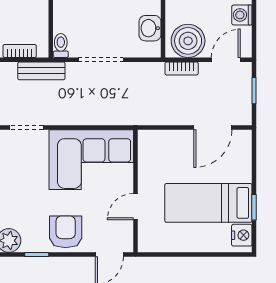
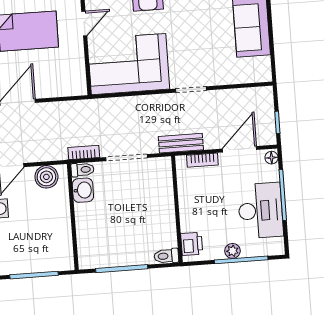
boiler: (188, 41) -> (46, 177), width x0.73, depth x0.73
toilet: (61, 46) -> (83, 170), moved, turned -90
bookcase: (182, 68) -> (84, 153), moved

